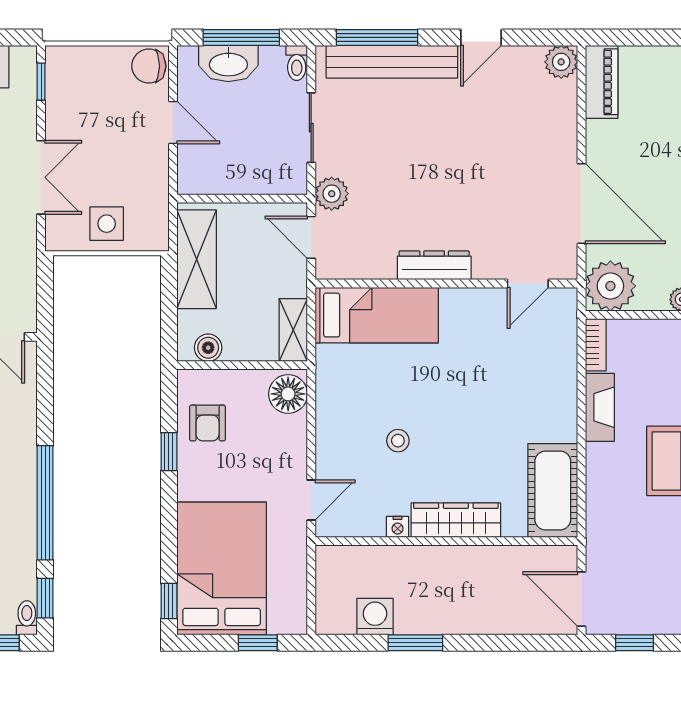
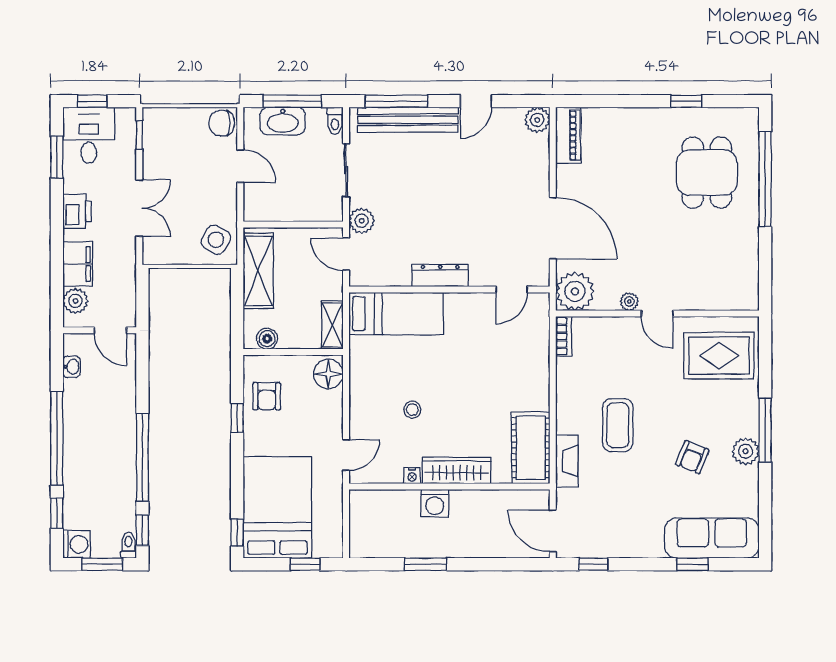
side table: (107, 224) -> (216, 240), moved, turned 31
fireplace: (600, 407) -> (567, 461), moved
washing machine: (375, 617) -> (435, 503), moved, turned 180

